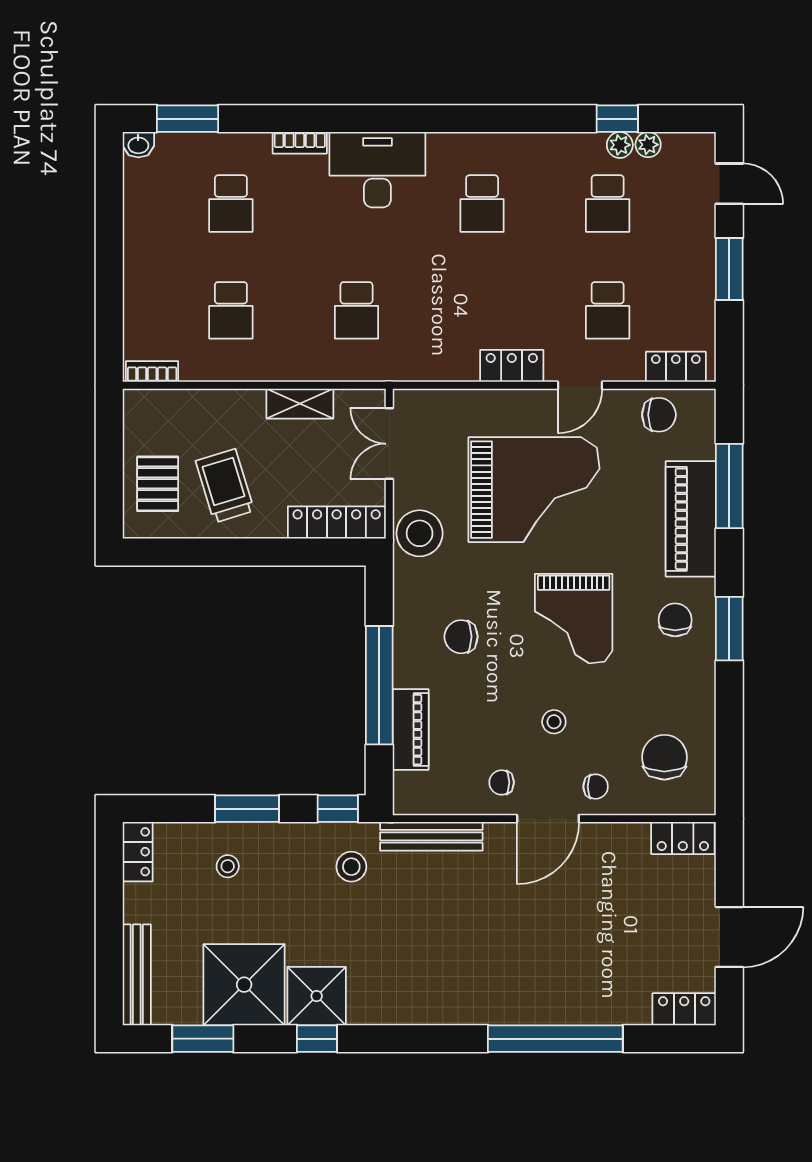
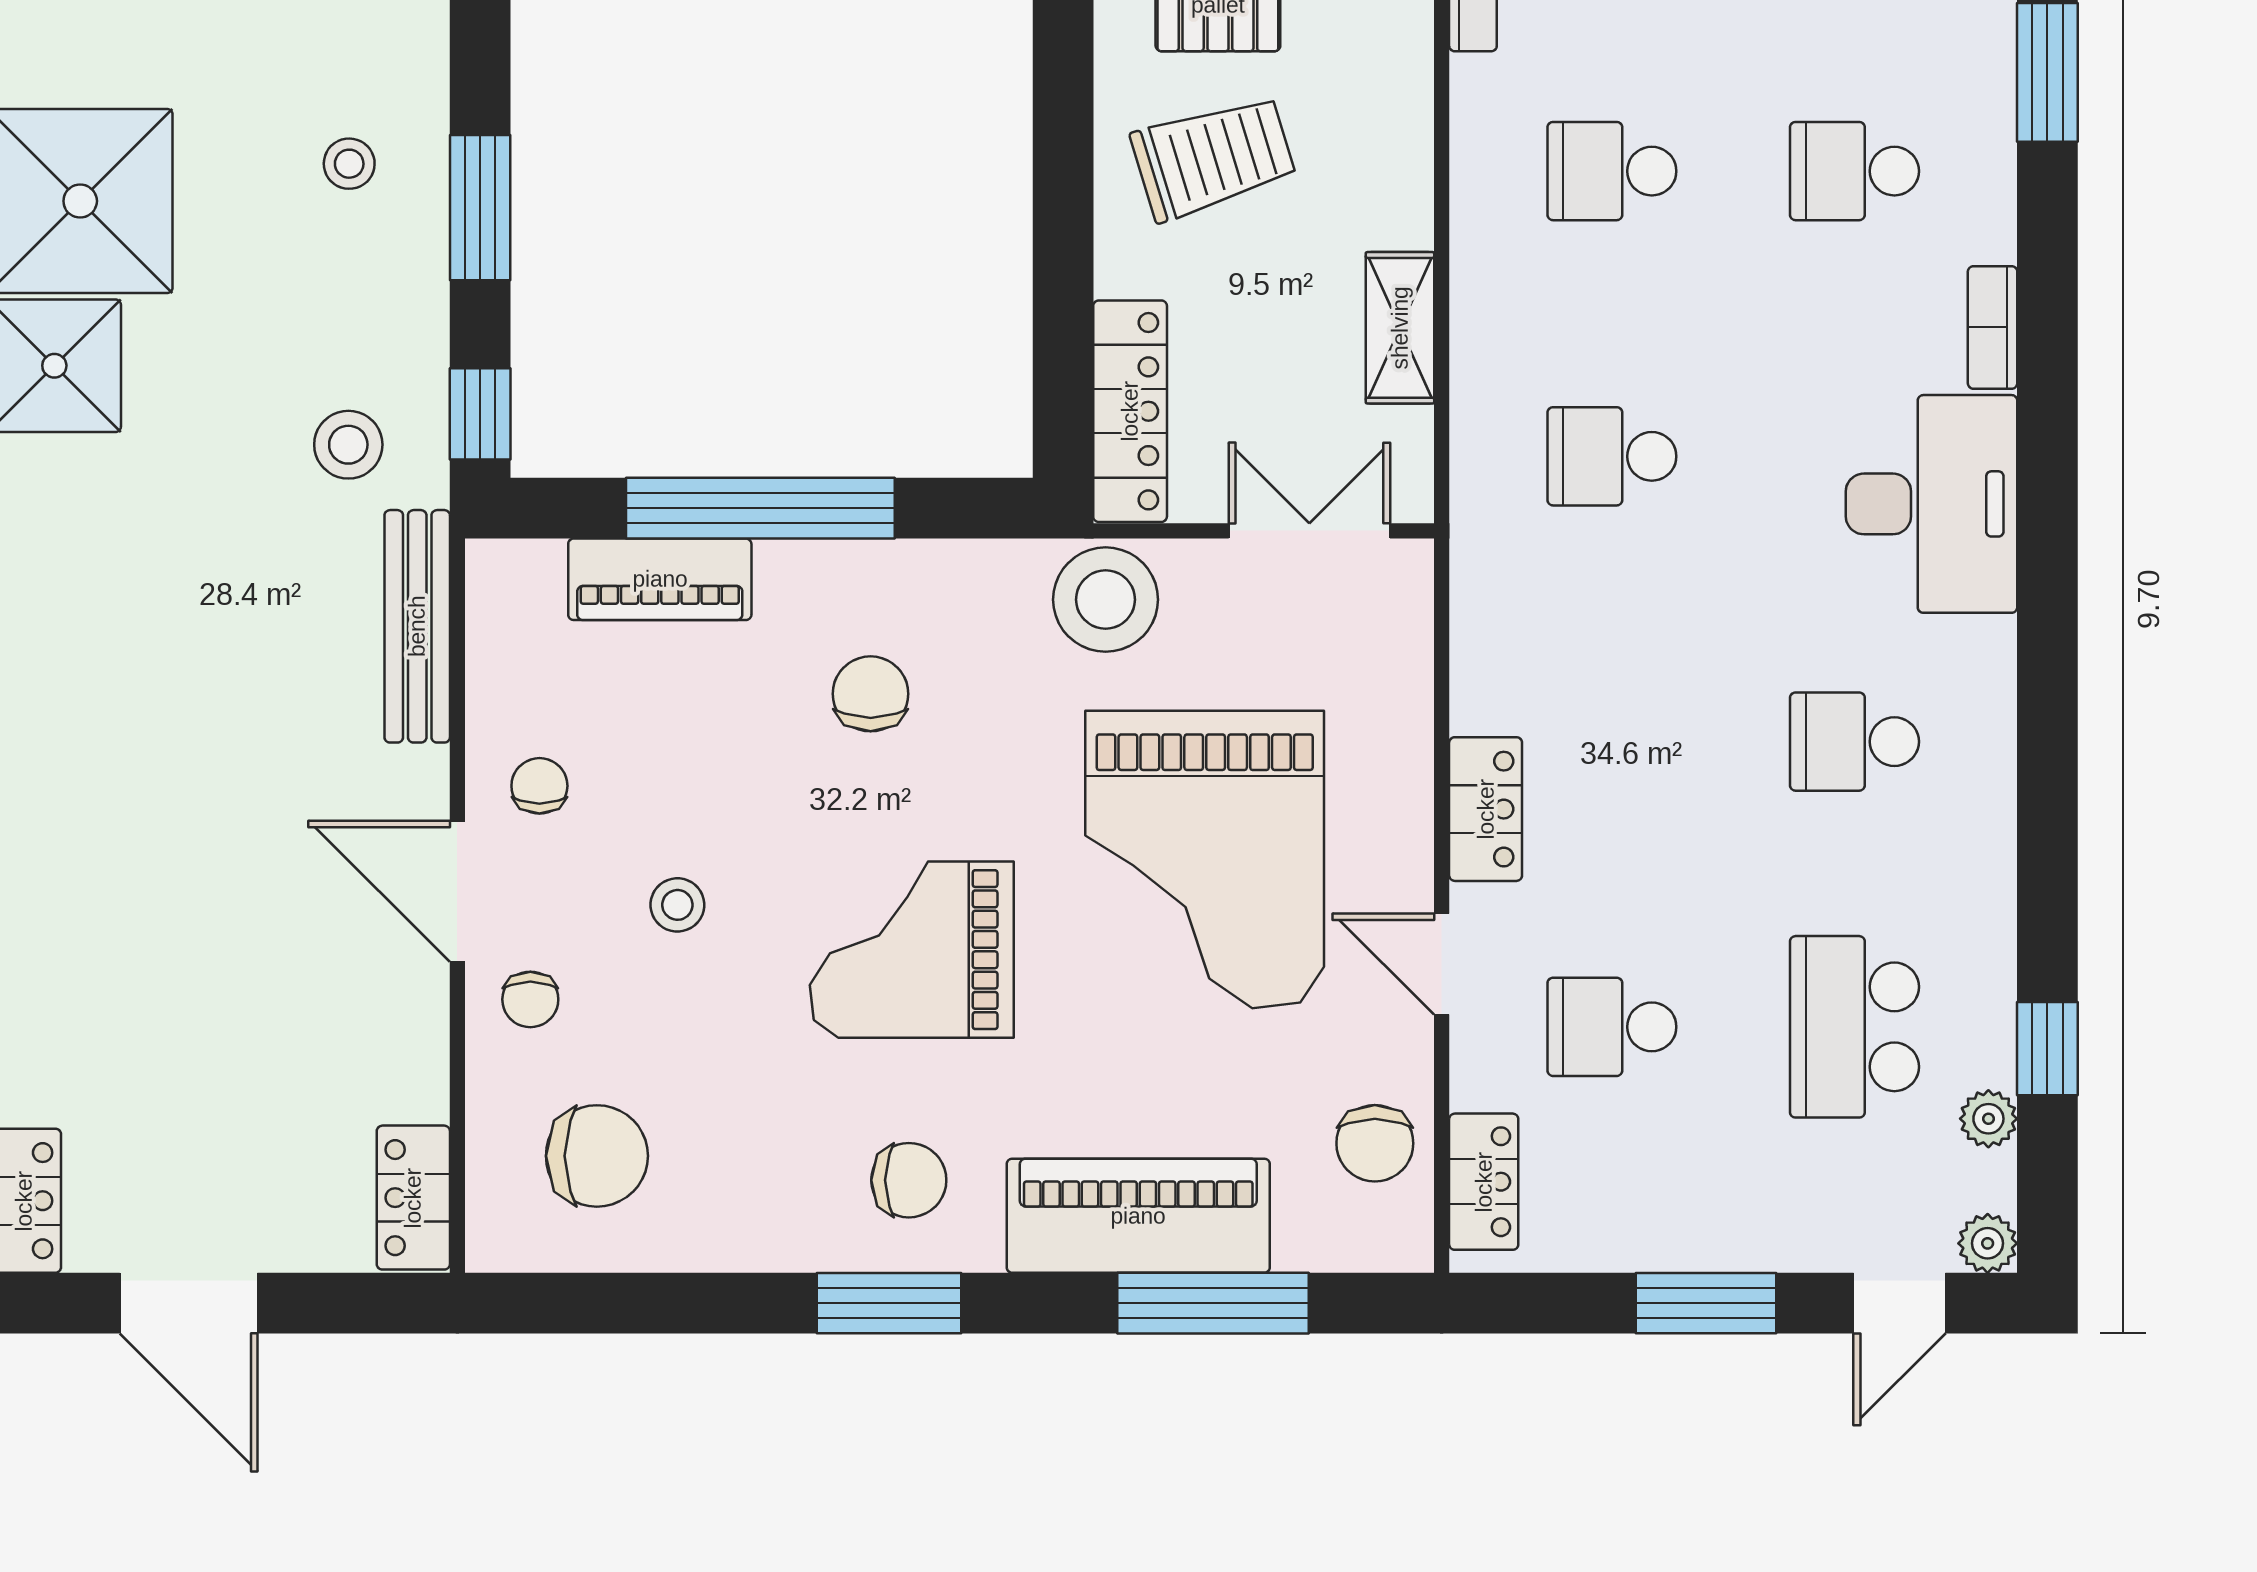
plant: (620, 145) -> (1988, 1243), moved
school desk: (608, 204) -> (1854, 1027), width x1.85

